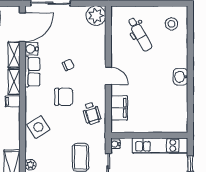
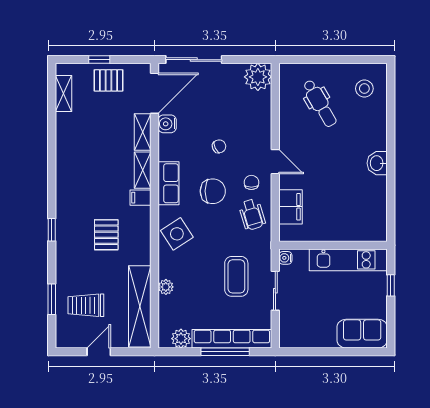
row of seats: (32, 72) -> (168, 183), moved
chair: (91, 91) -> (251, 182), added

